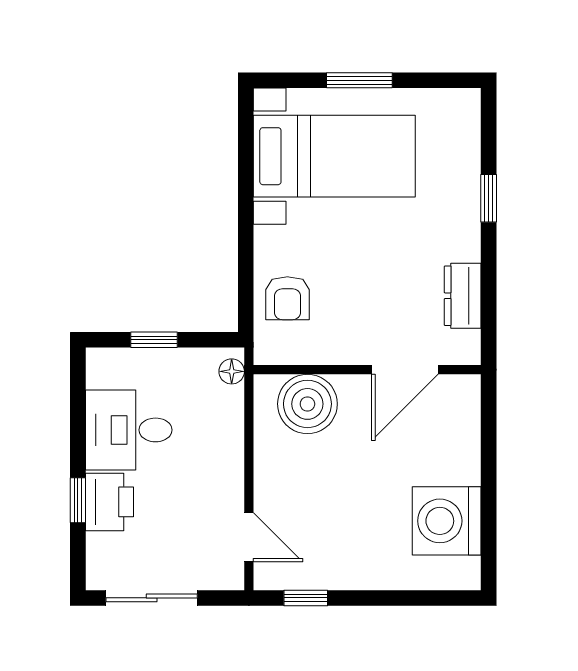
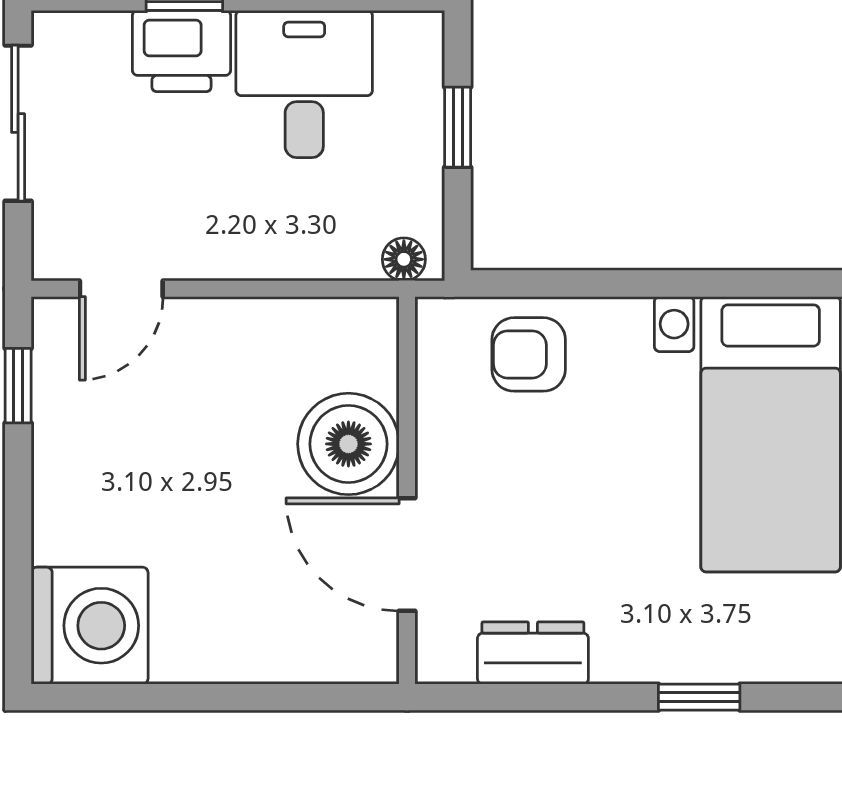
boiler: (307, 404) -> (348, 444), moved
washing machine: (447, 521) -> (90, 626), moved, turned 90

